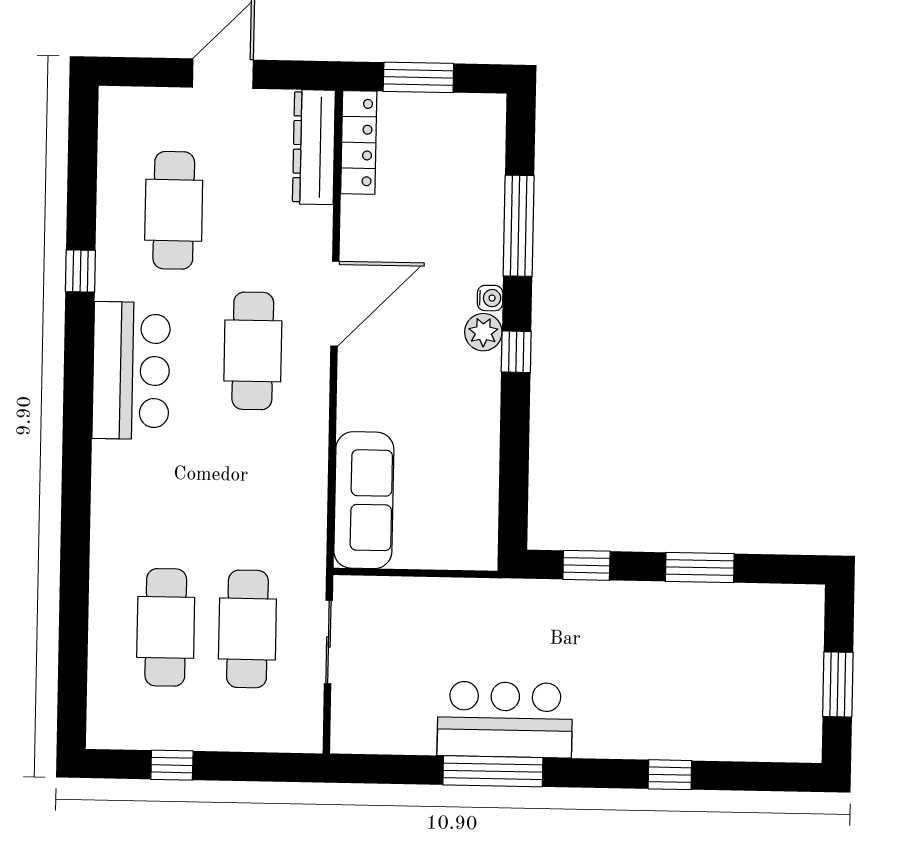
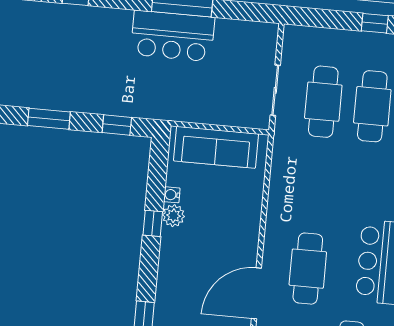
water cooler: (490, 298) -> (172, 195), moved
plant: (483, 332) -> (174, 216), moved
window: (516, 352) -> (153, 223), moved
sofa: (364, 500) -> (216, 147), moved, turned -90

